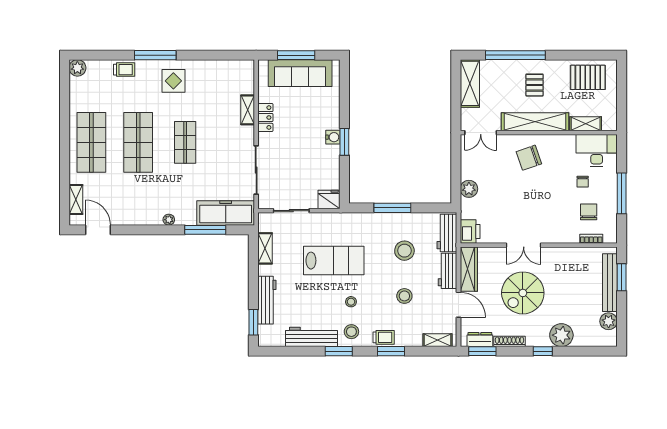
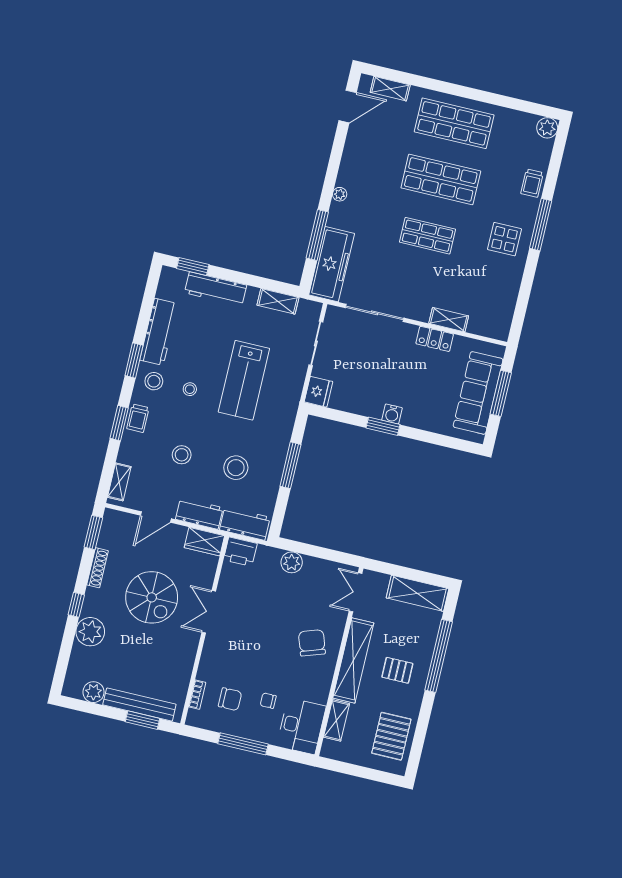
wardrobe: (469, 269) -> (204, 542), width x0.67
spiral stairs: (523, 293) -> (152, 597), turned 180
dresser: (480, 340) -> (108, 533), removed

